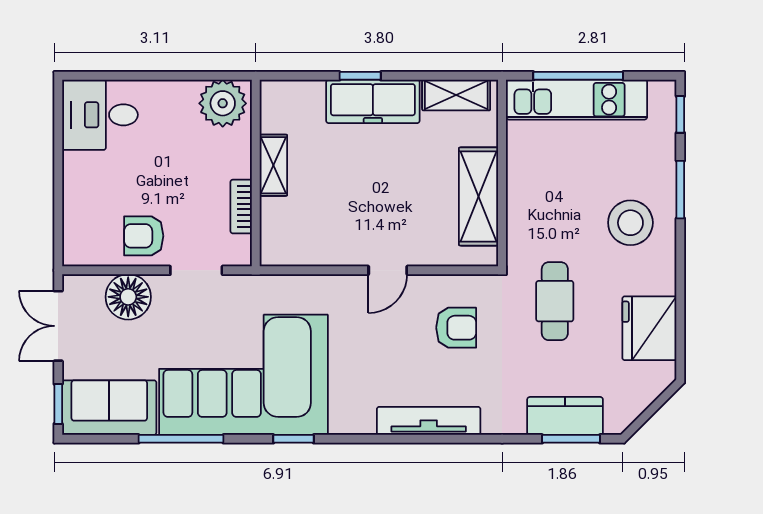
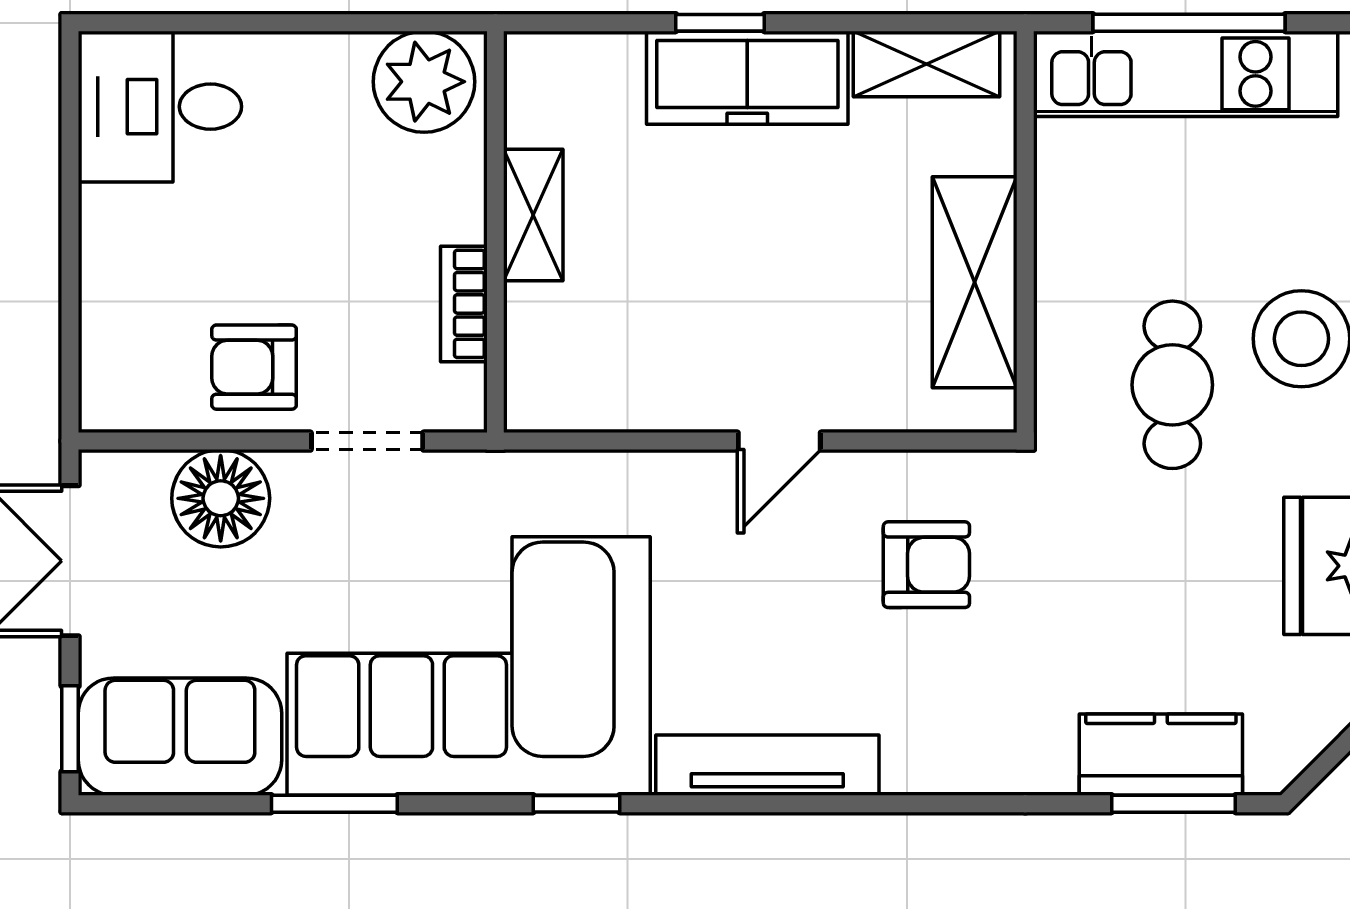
cafe table: (555, 301) -> (1172, 385), moved
tv unit: (429, 421) -> (767, 765), moved
window: (181, 439) -> (334, 804), width x0.69

